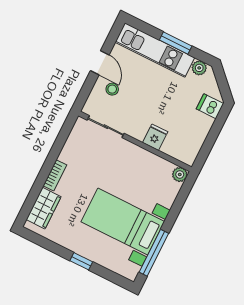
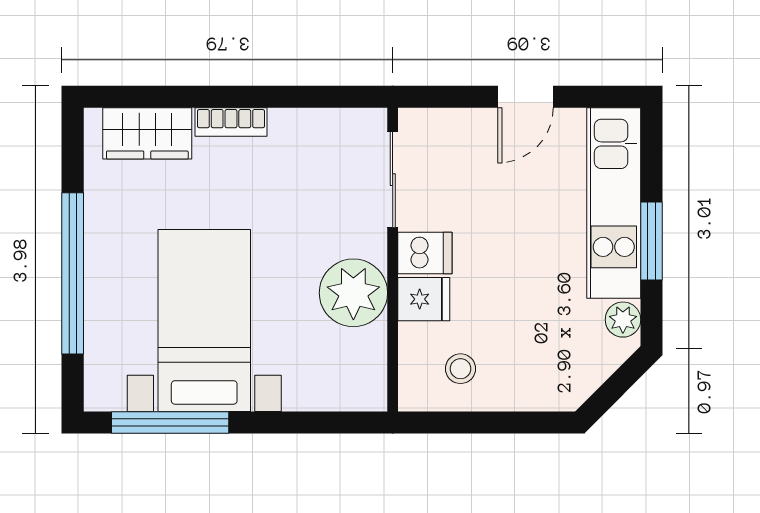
stool: (112, 89) -> (461, 369), moved
dishwasher: (210, 106) -> (425, 253), moved, turned 90
plant: (180, 174) -> (353, 293), moved, width x1.87, depth x1.87
window: (81, 261) -> (73, 273), width x3.17

